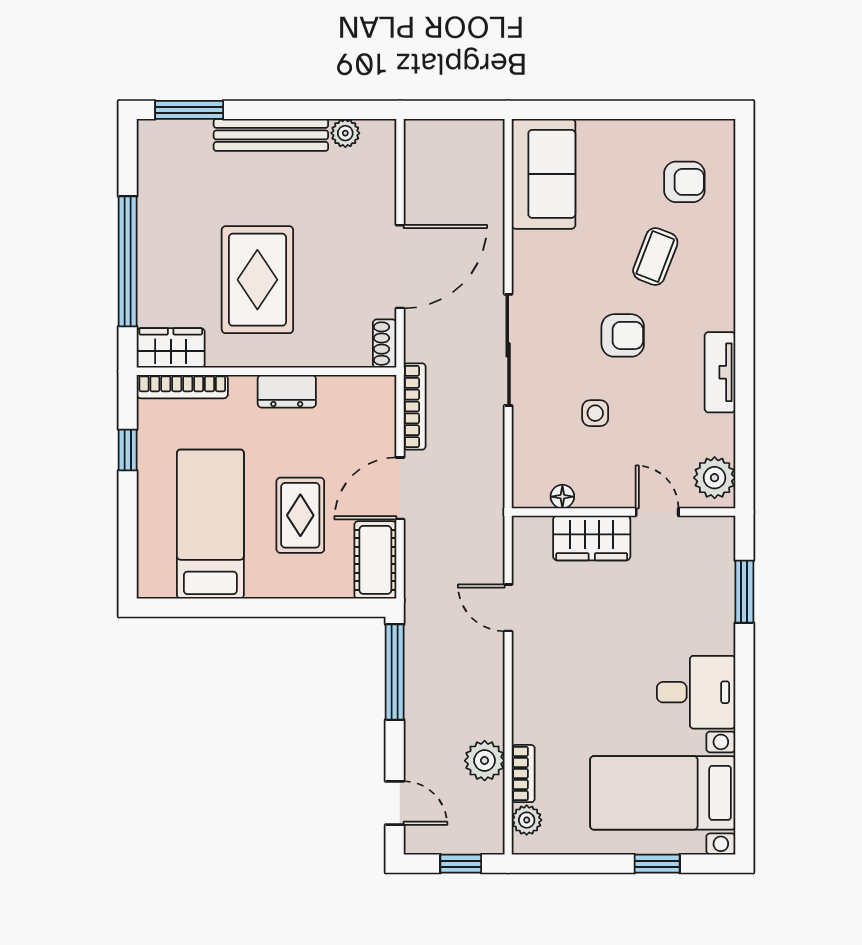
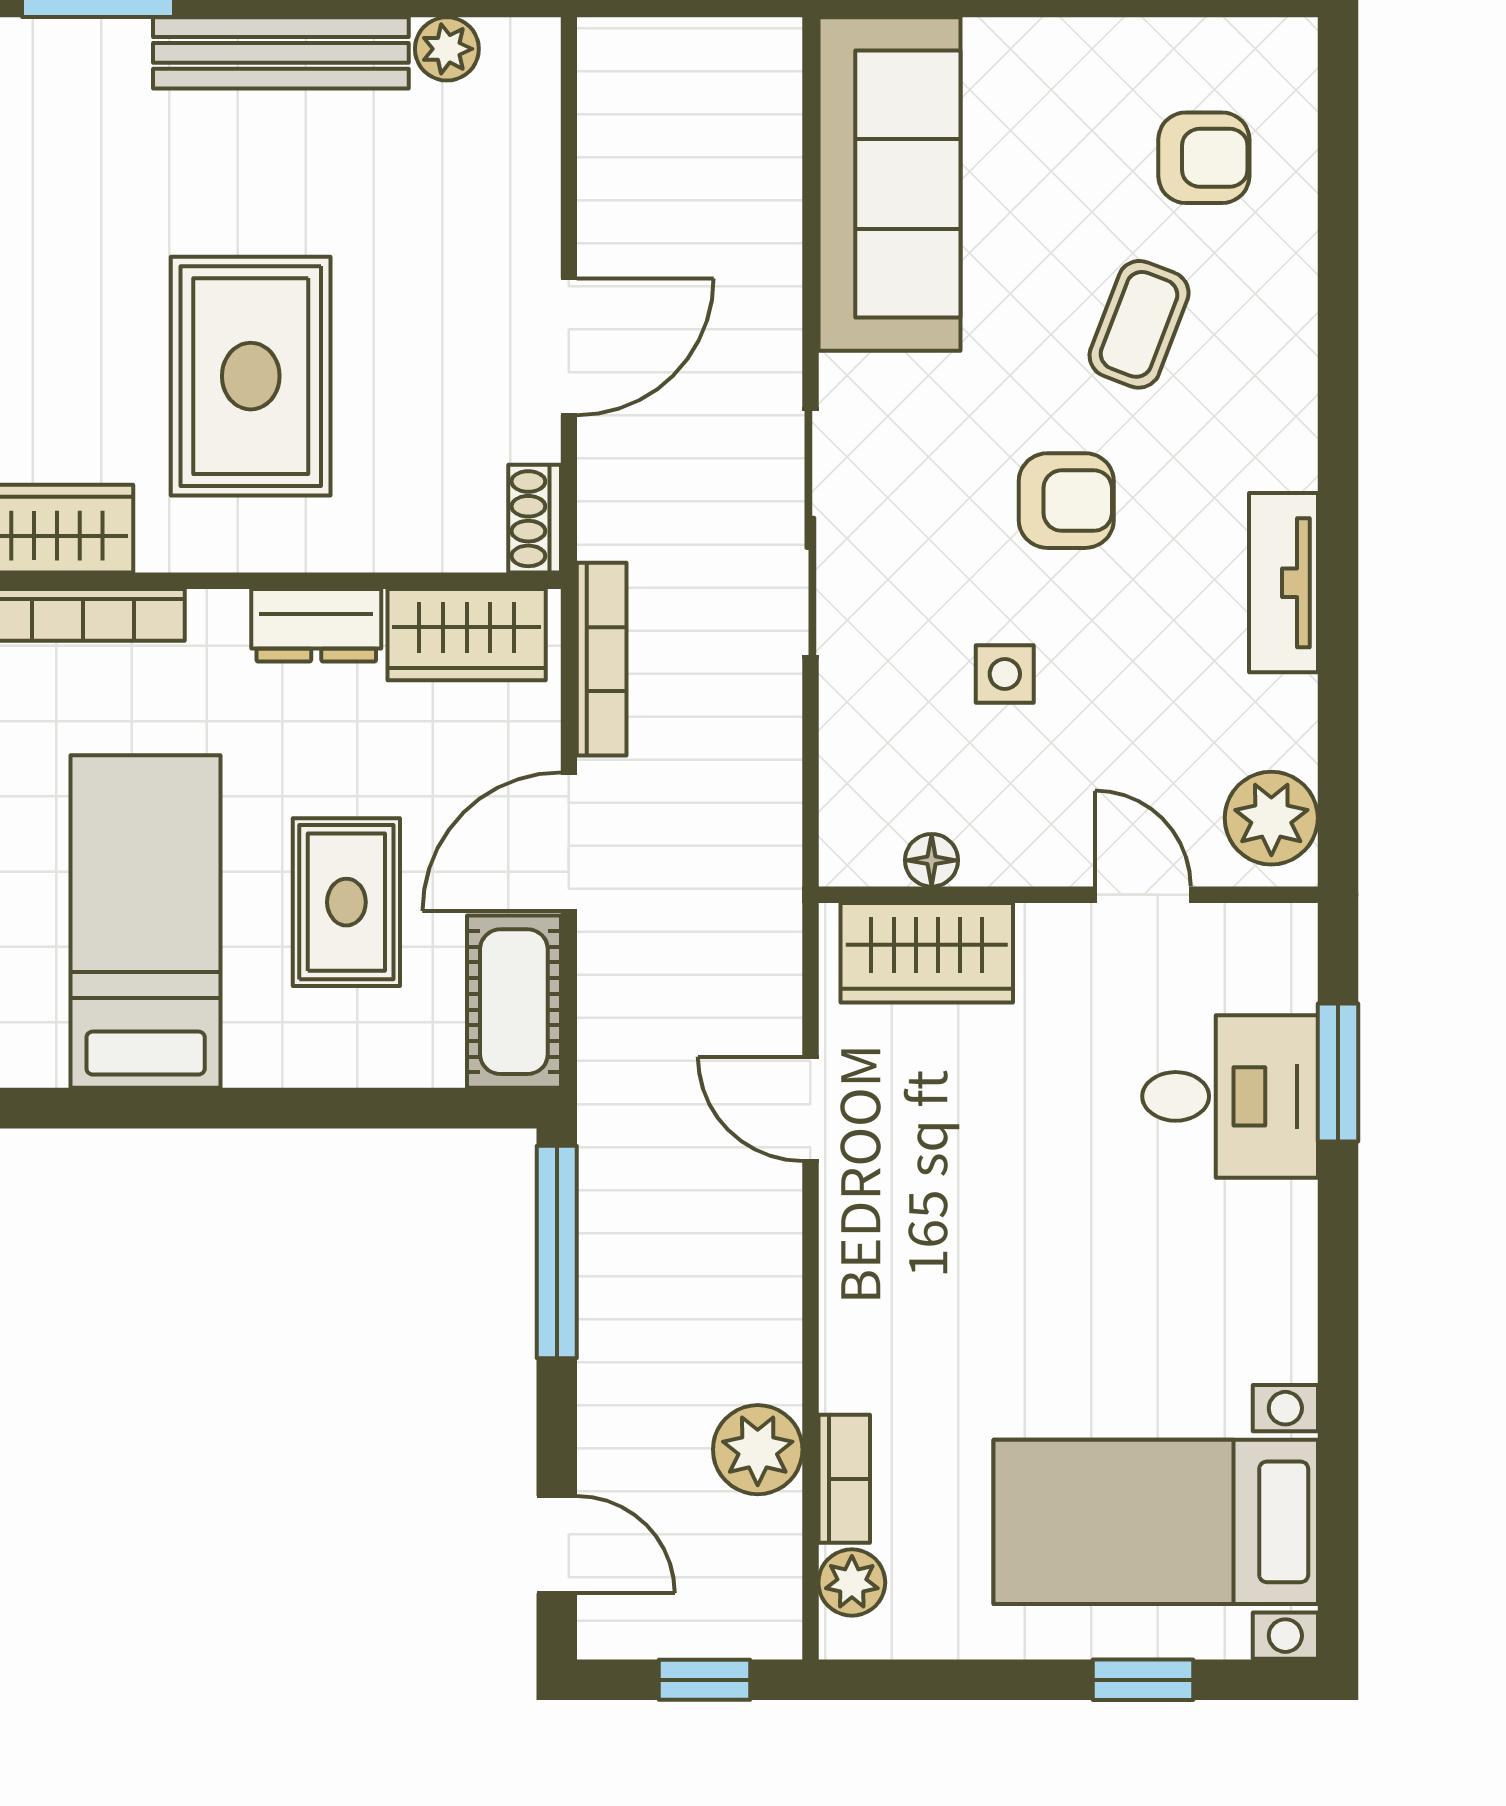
sofa: (544, 174) -> (889, 184), width x1.36
door: (400, 267) -> (569, 347), width x0.73
wardrobe: (354, 395) -> (467, 635), added
wardrobe: (592, 538) -> (927, 953), moved
desk: (696, 692) -> (1230, 1096), moved

